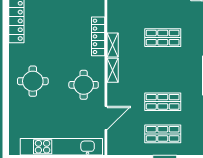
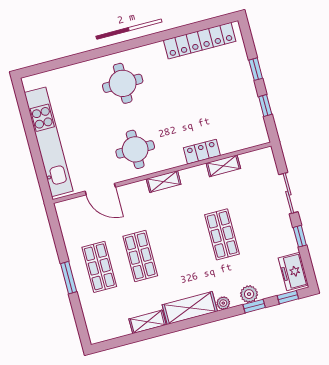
locker: (98, 36) -> (202, 152), width x0.66
shelving: (113, 45) -> (223, 166), moved

